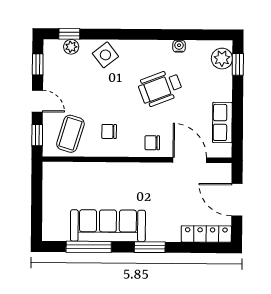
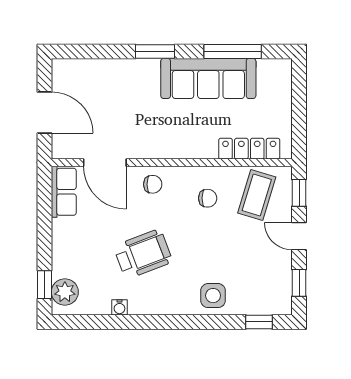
plant: (71, 47) -> (257, 306), removed
side table: (105, 55) -> (213, 296), turned 38
row of seats: (222, 122) -> (64, 192), moved
locker: (206, 234) -> (249, 149), moved, turned 180

